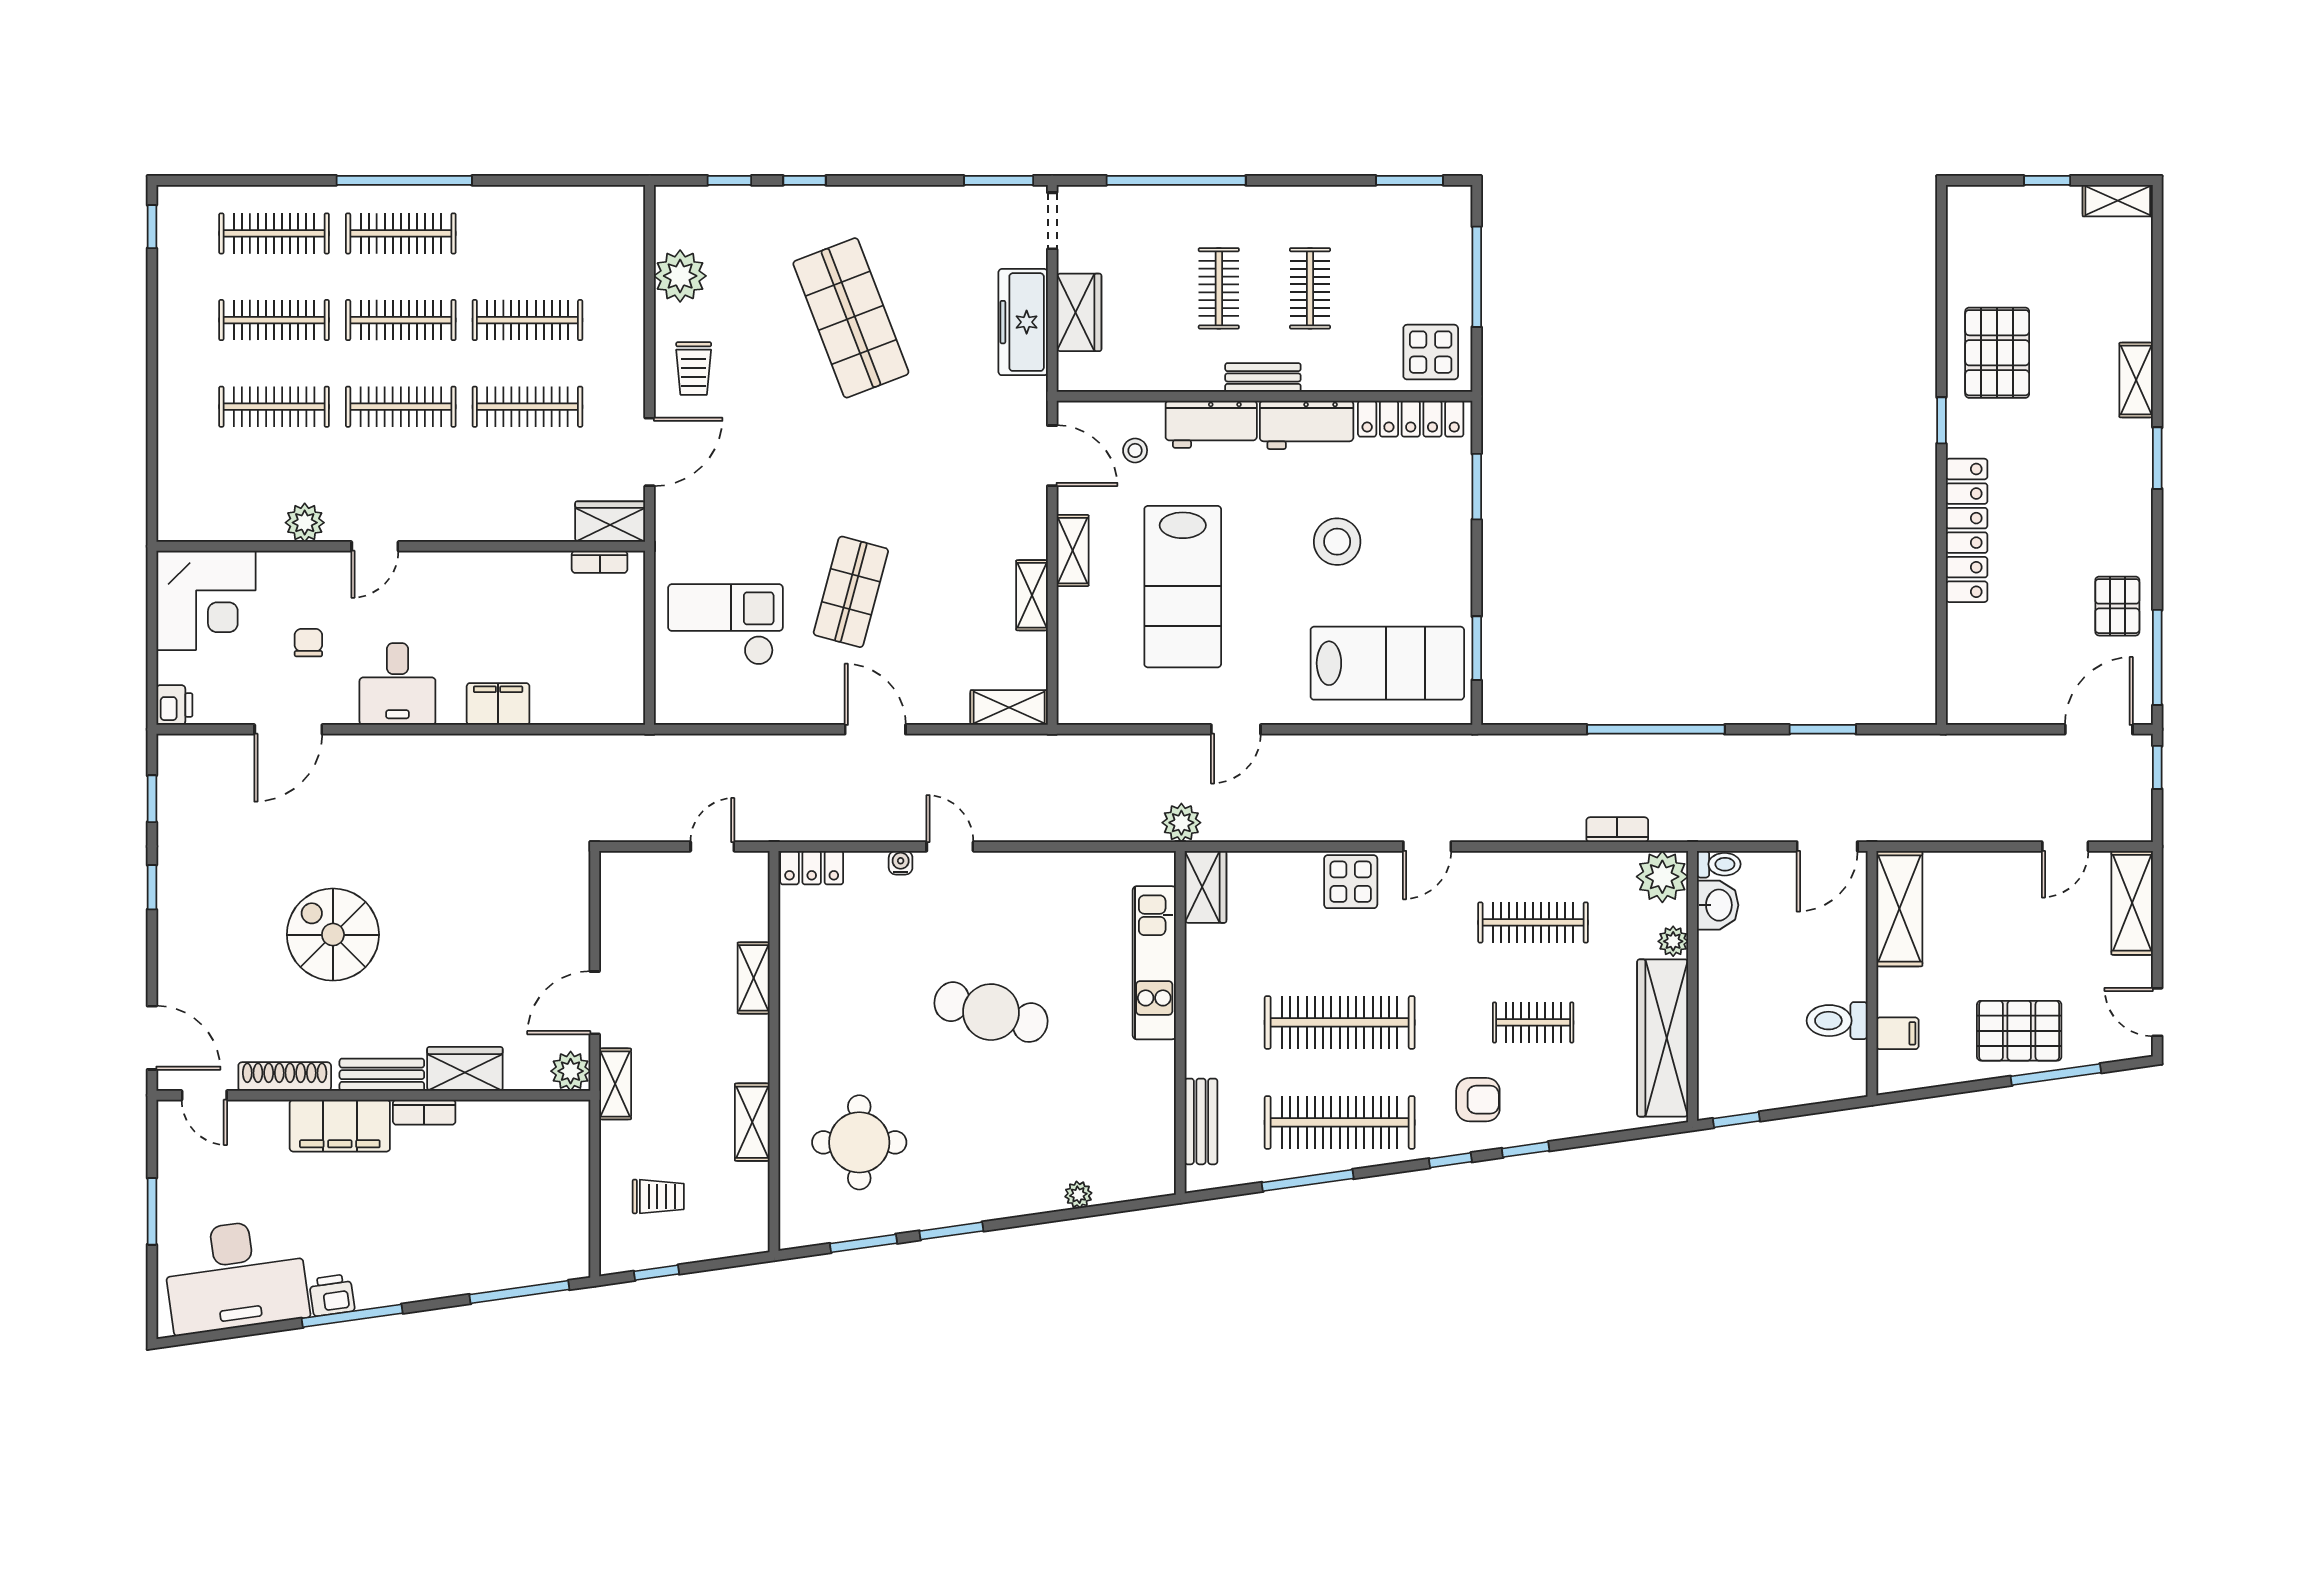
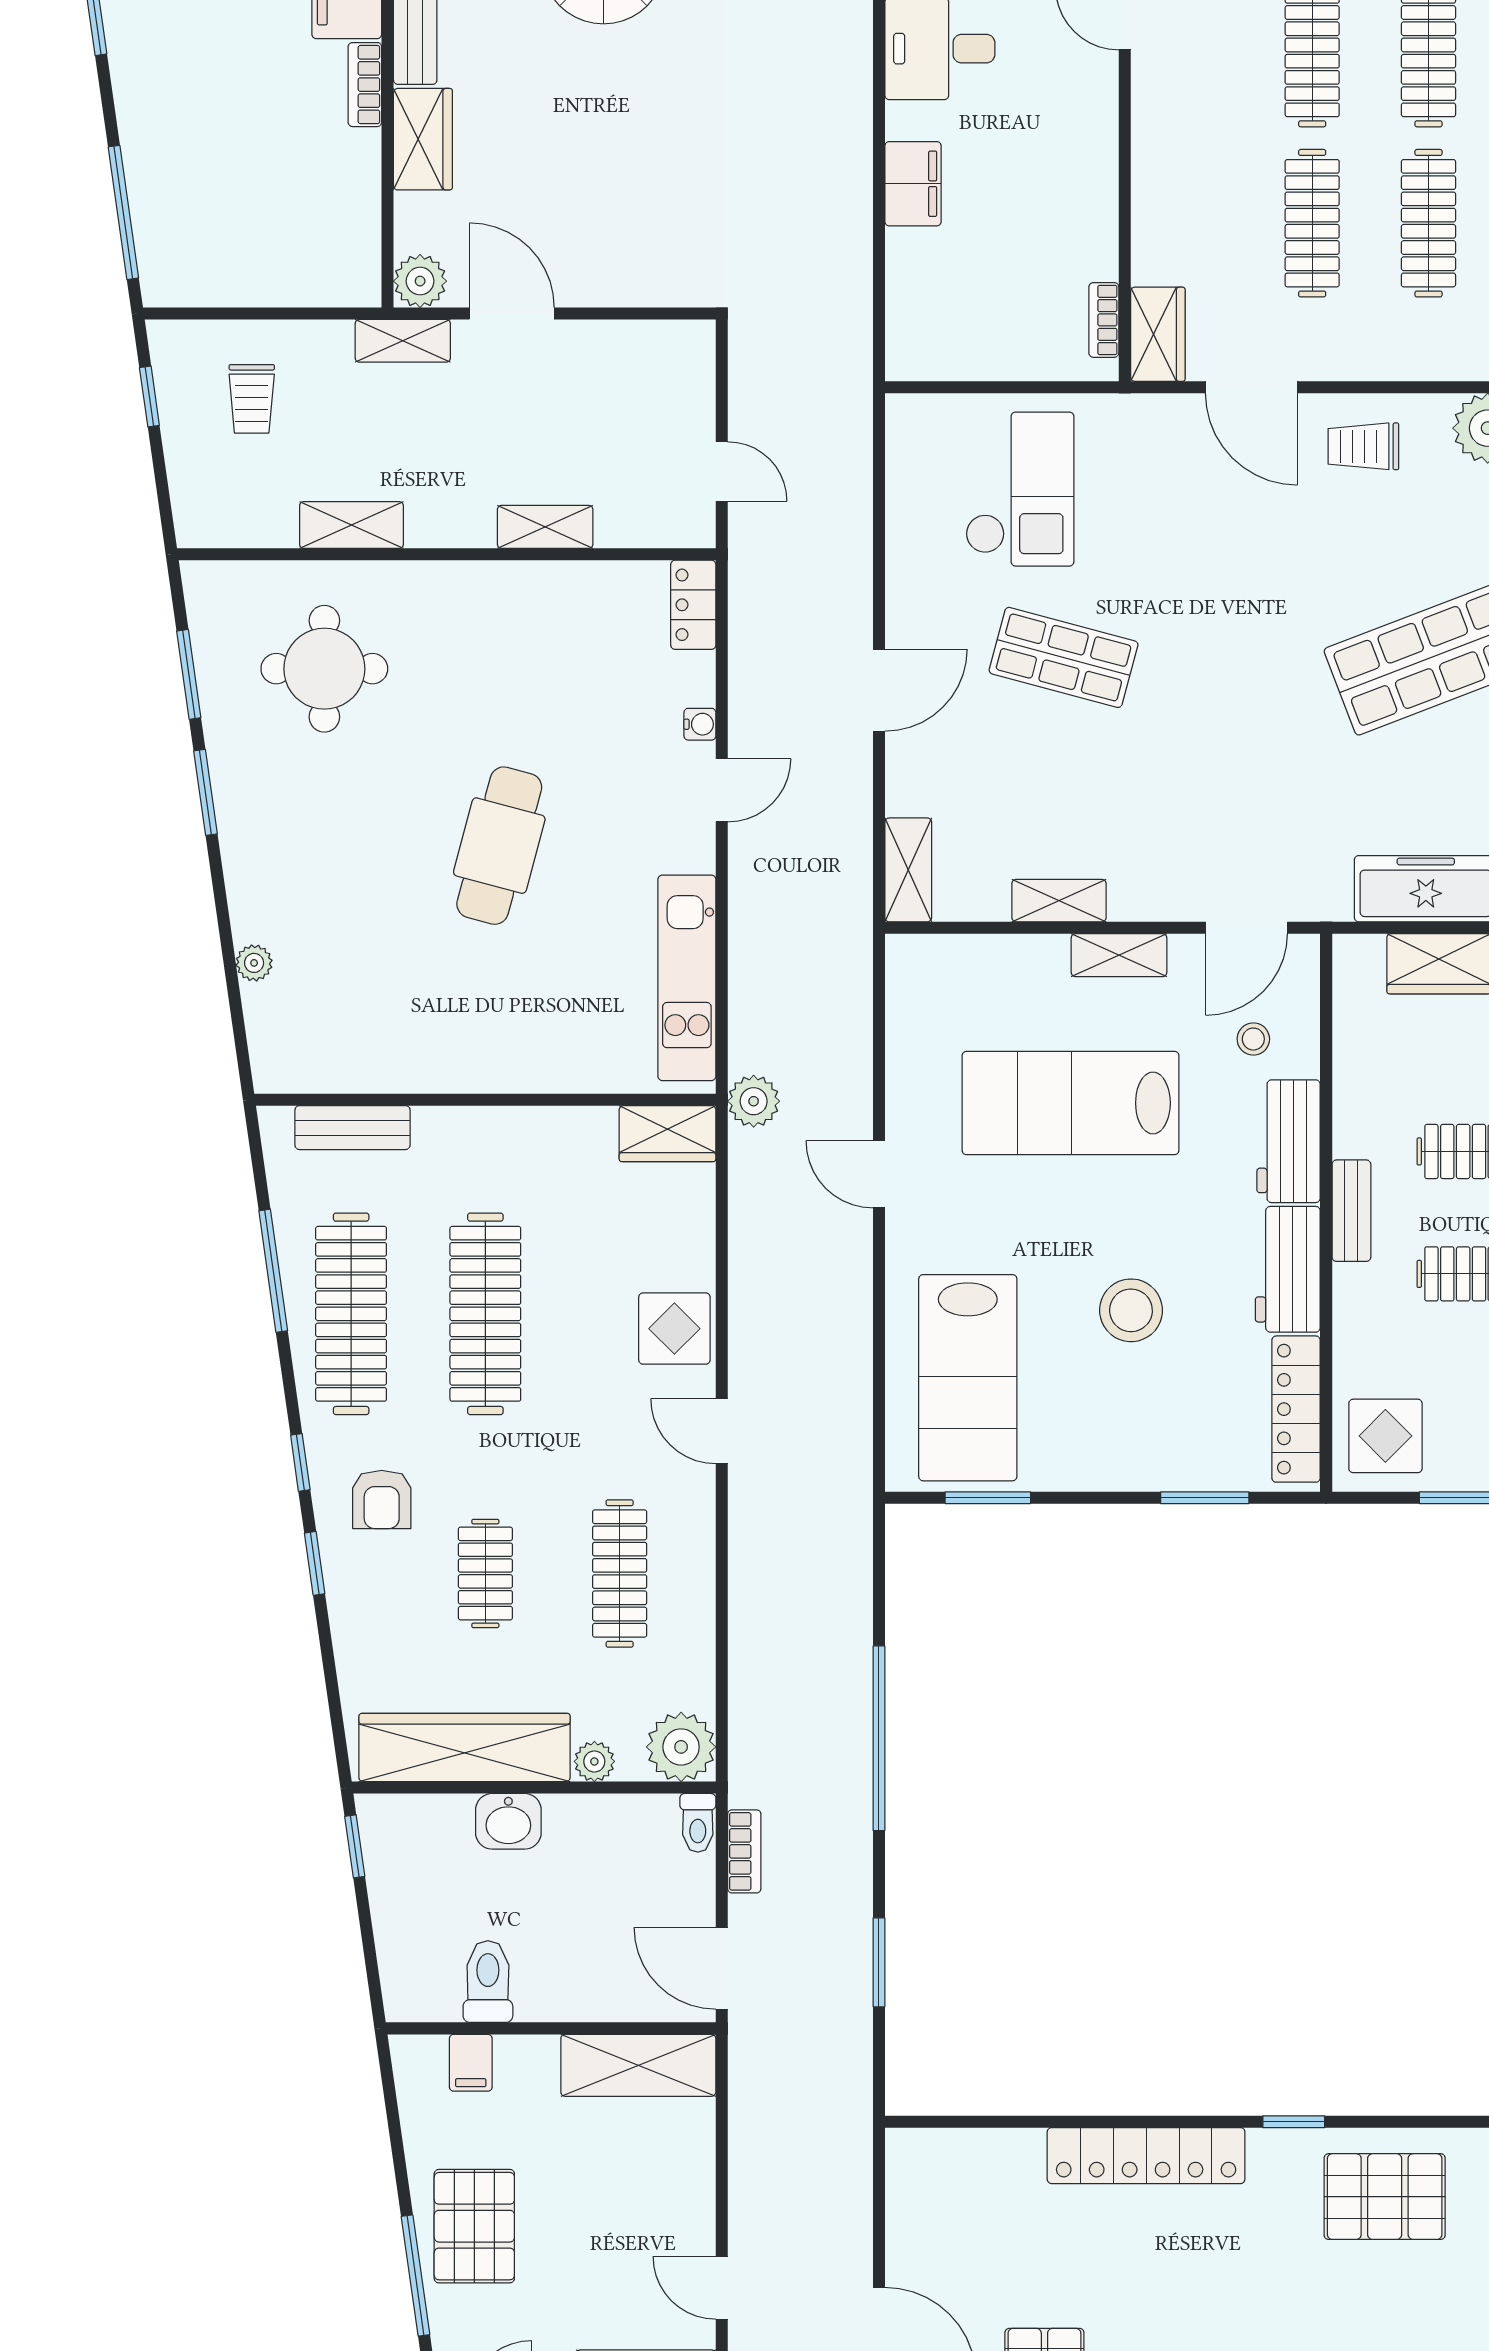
bookcase: (1617, 830) -> (744, 1851), moved
washbasin: (1718, 905) -> (508, 1821), moved
kitchen unit: (1154, 963) -> (687, 978), moved, turned -90

